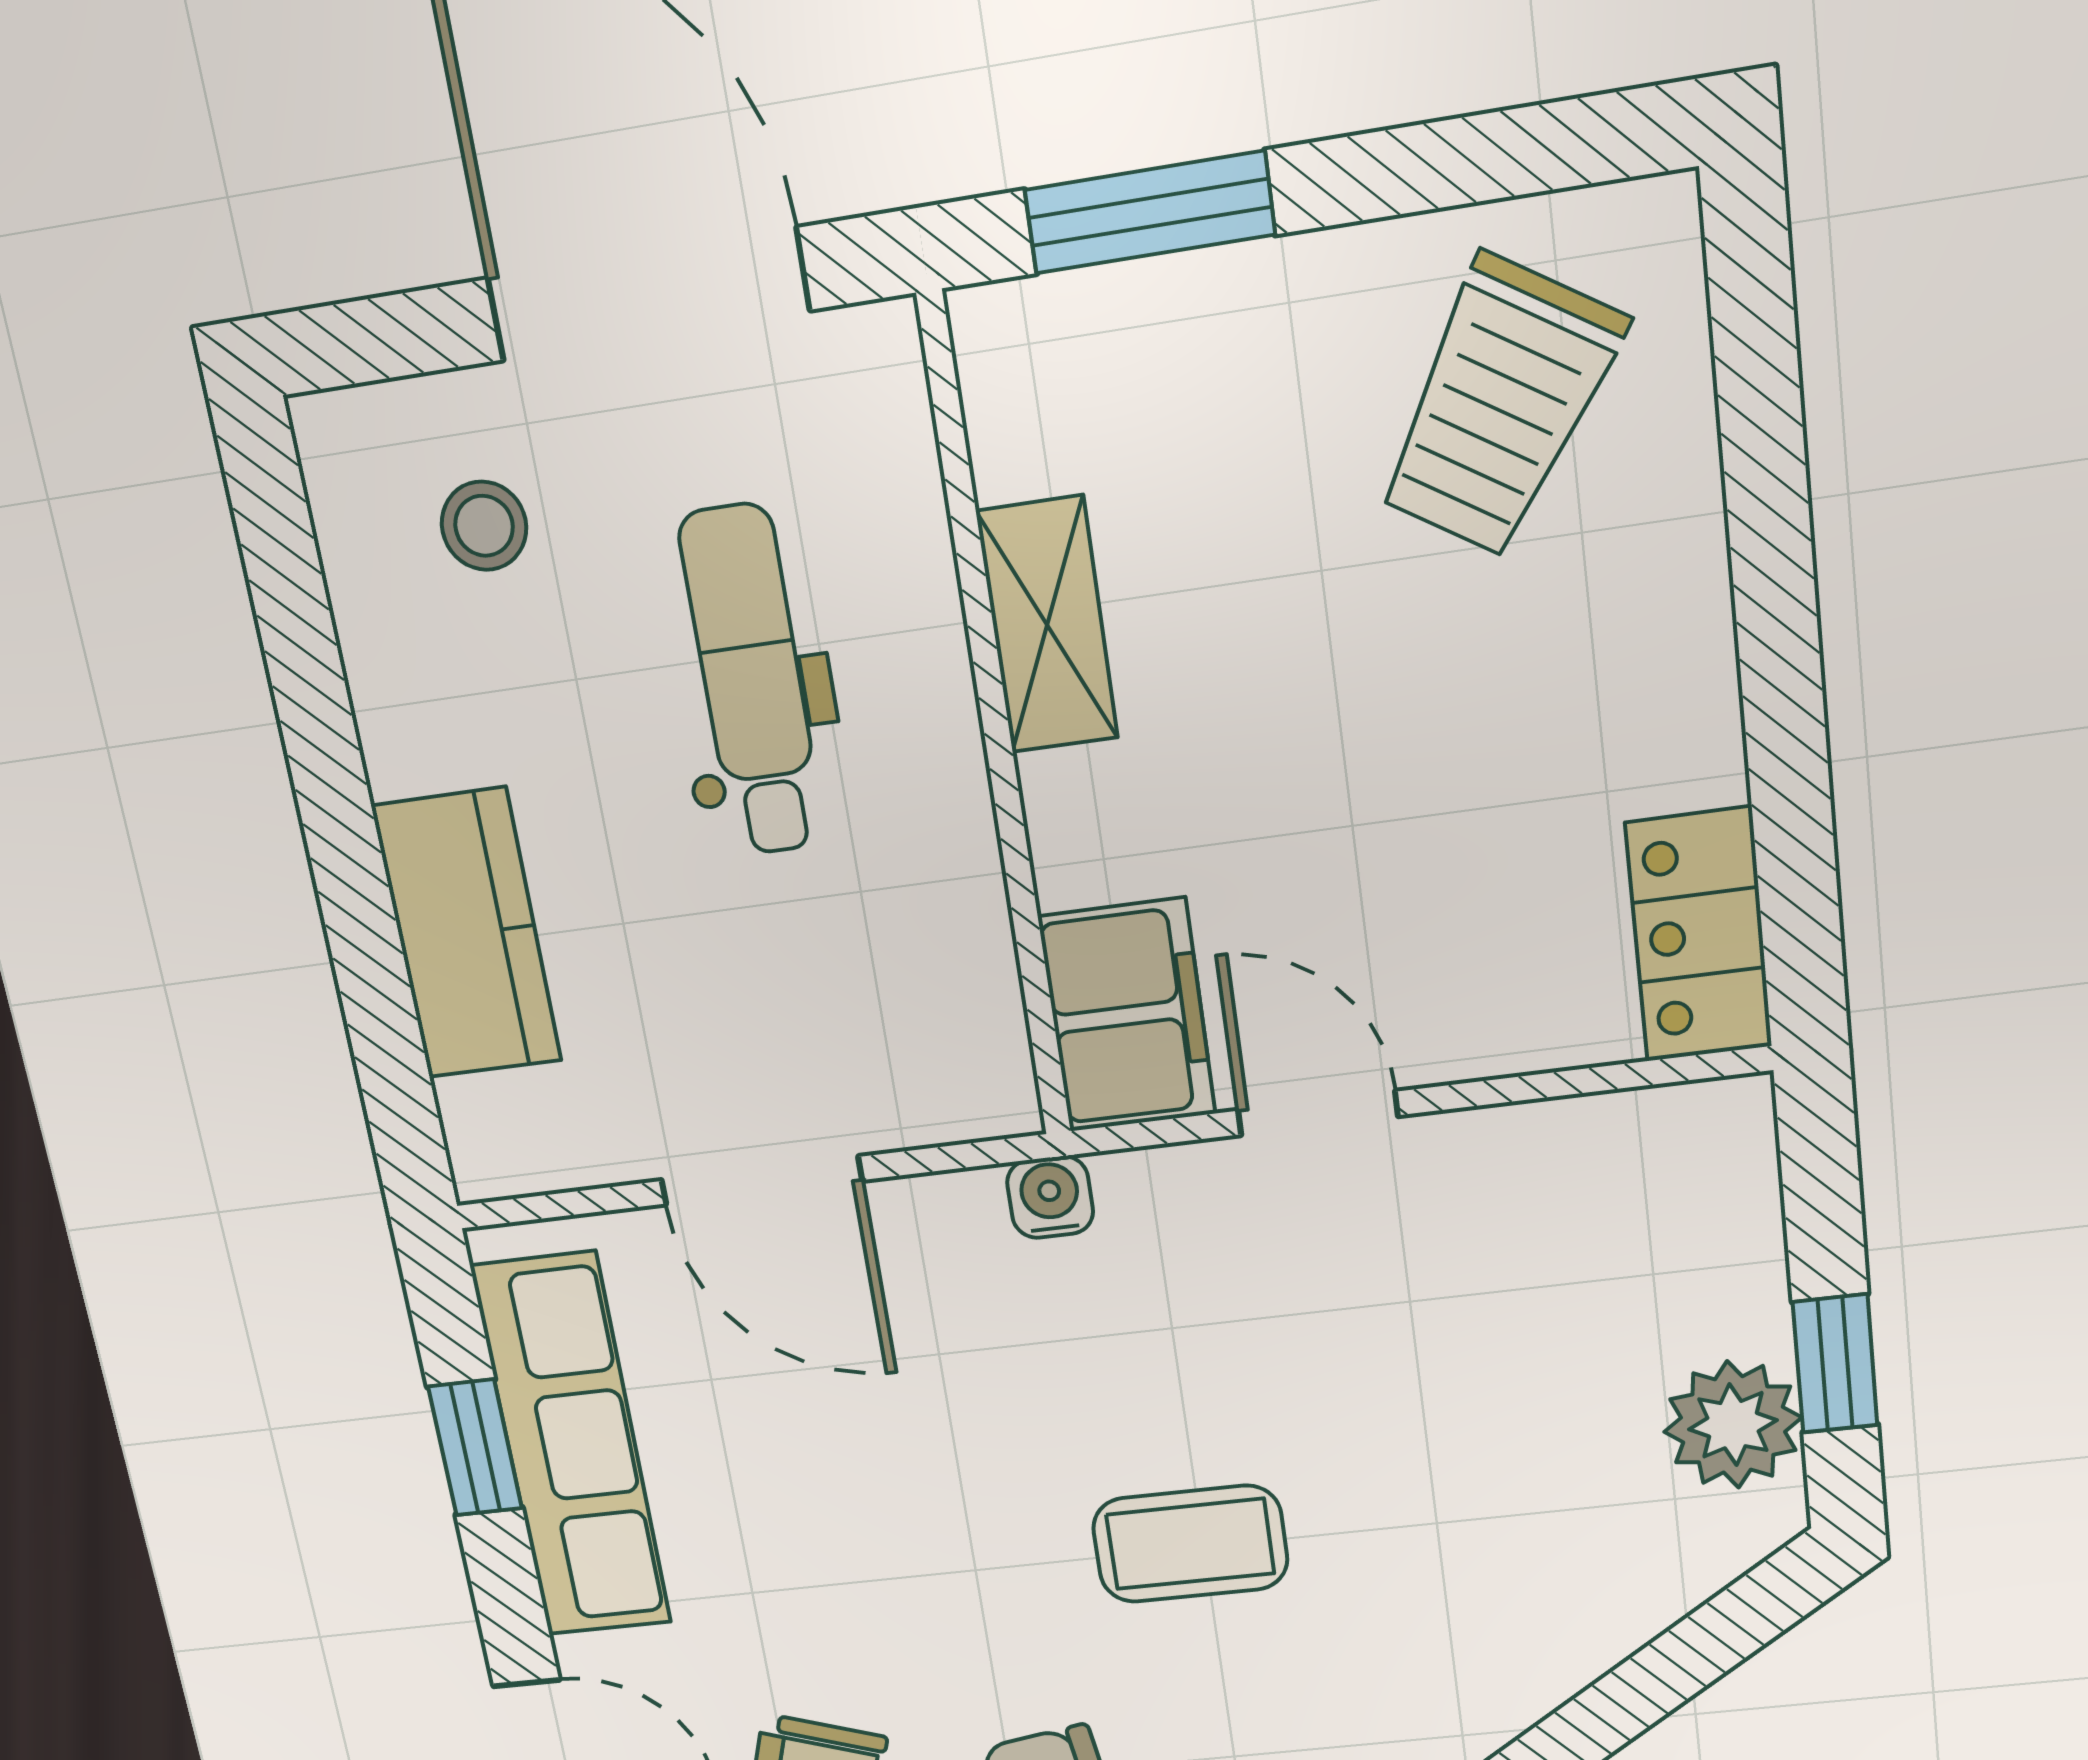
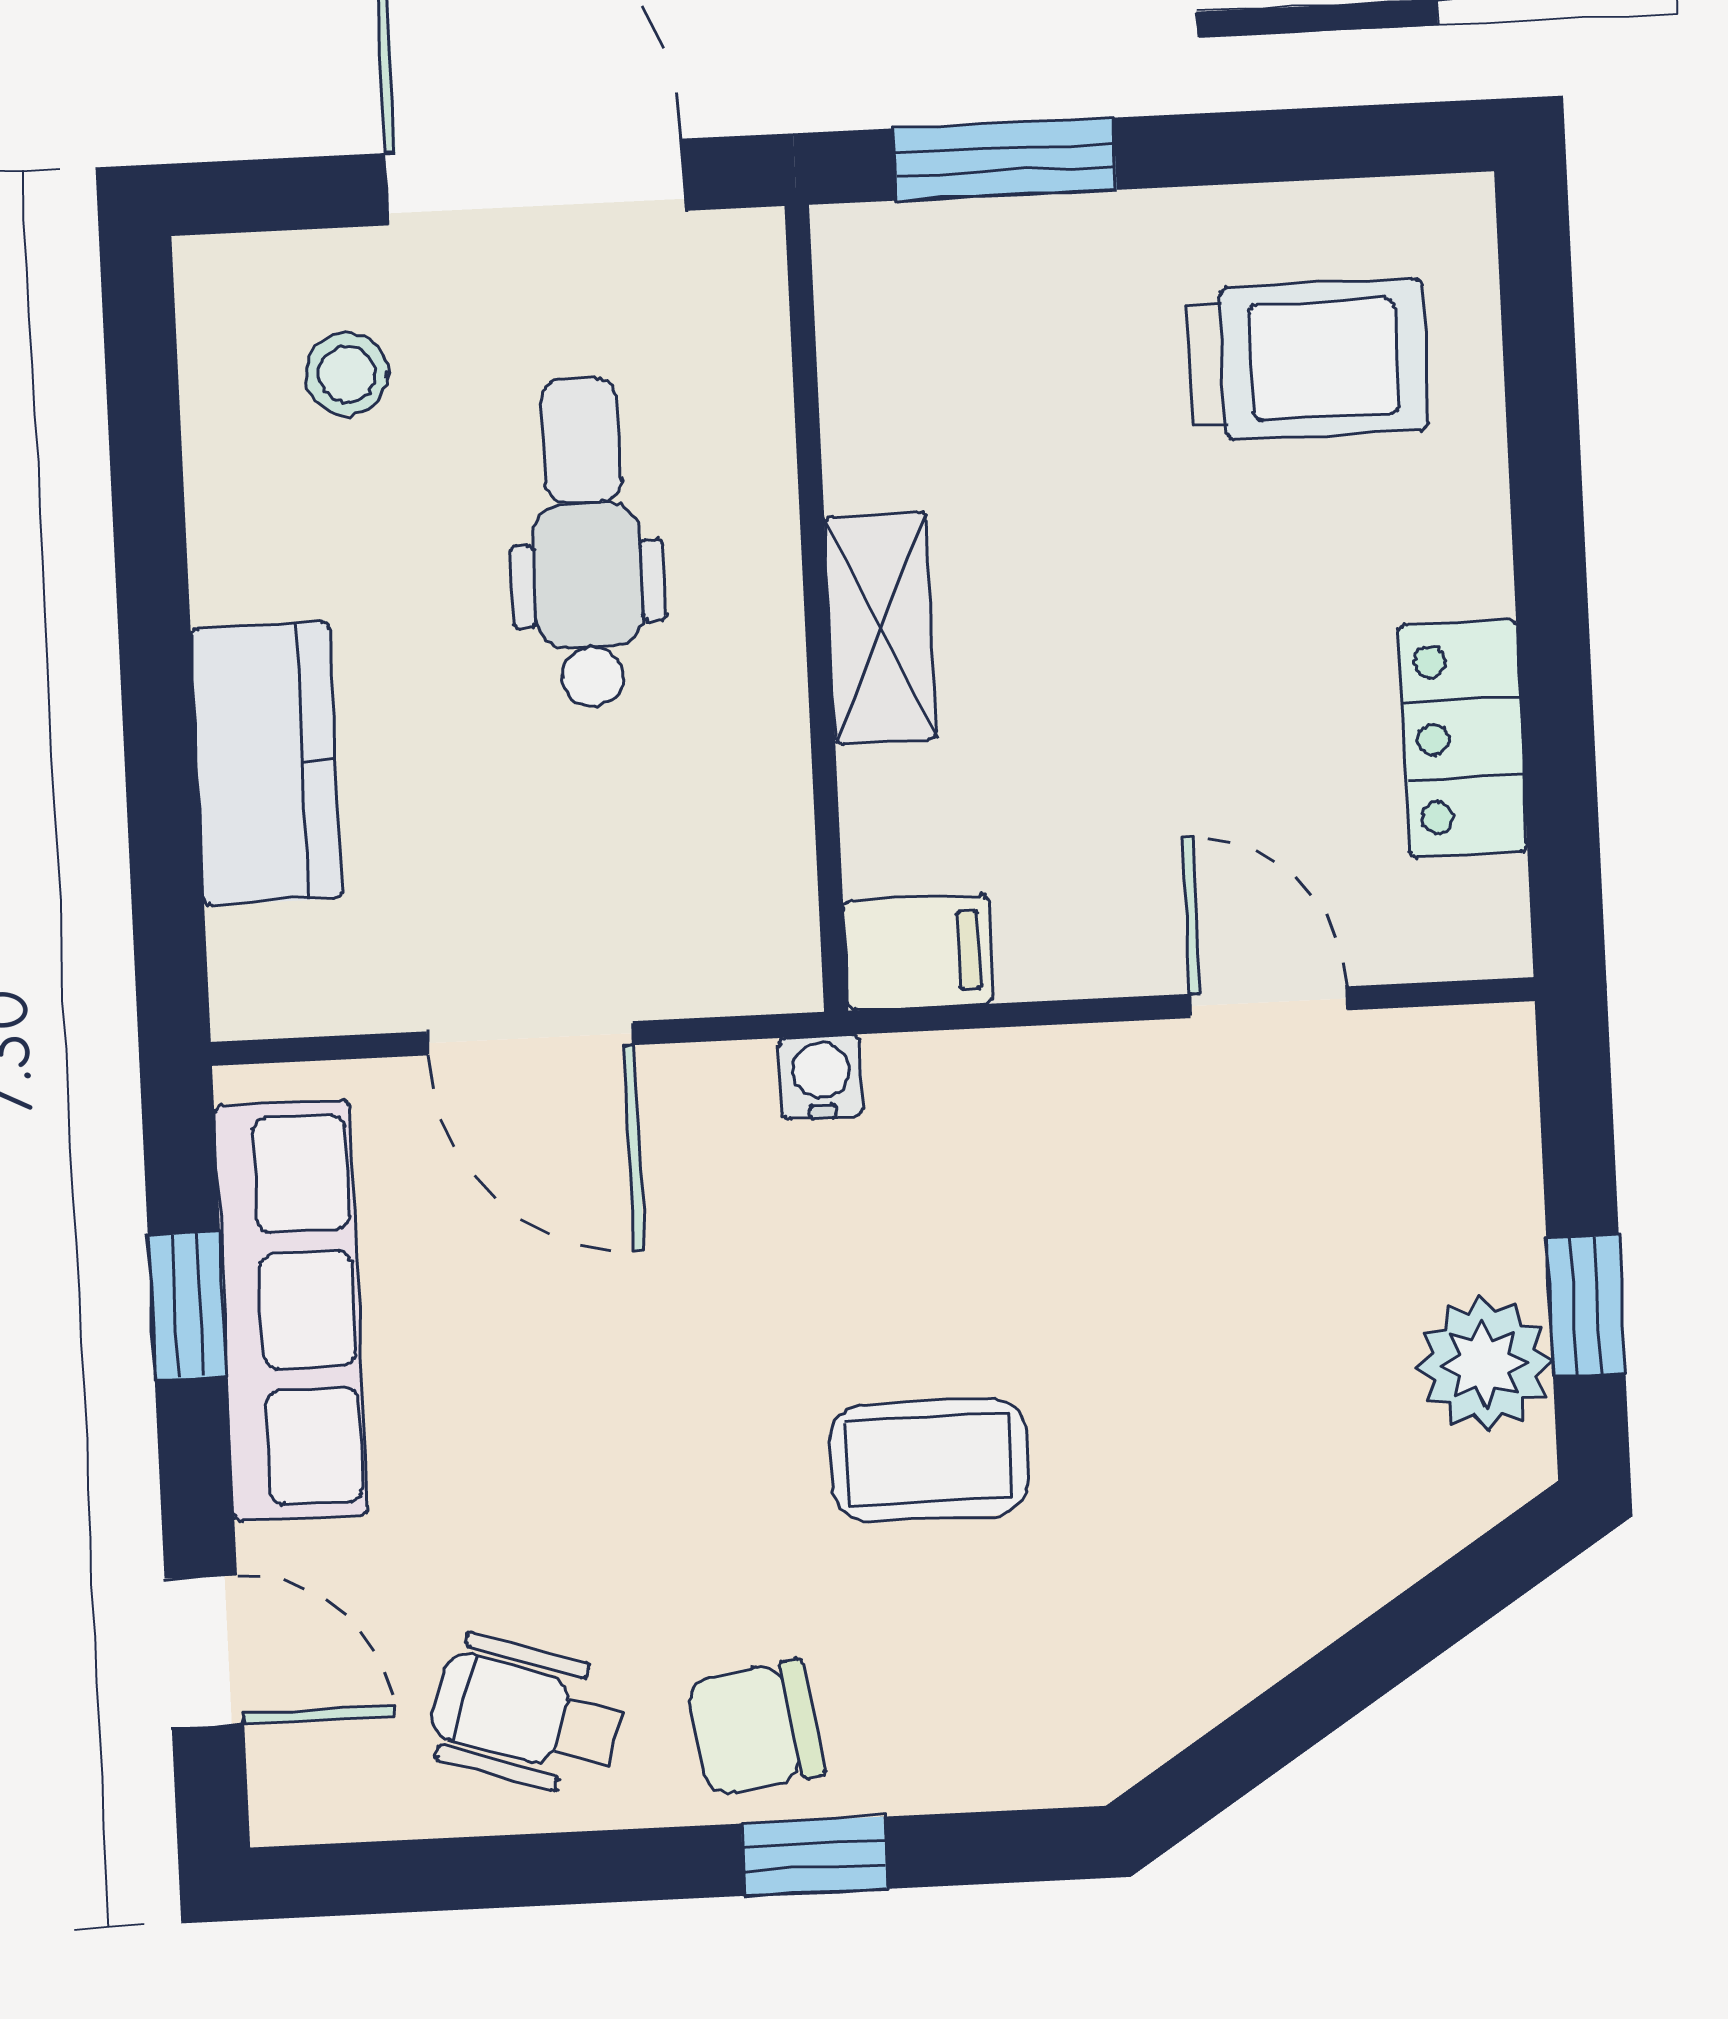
trolley: (1499, 407) -> (1308, 360), turned -122
shelving: (1047, 625) -> (881, 628), moved
locker: (1699, 935) -> (1463, 738), moved
filing cabinet: (1127, 1016) -> (918, 953), width x0.50
door: (1318, 1113) -> (1268, 1002), moved

